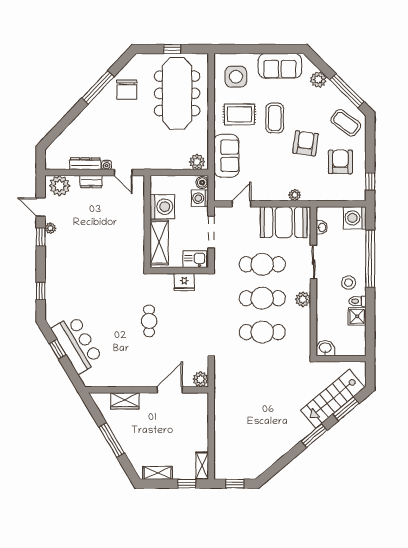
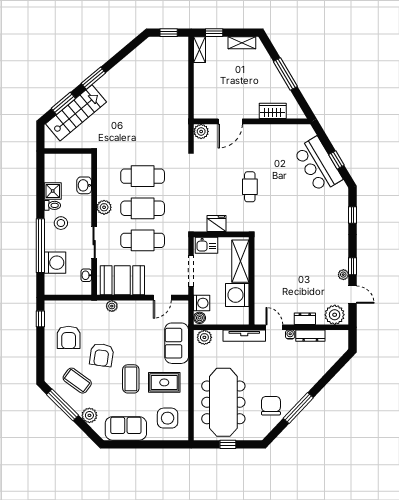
coffee table: (346, 123) -> (77, 381), moved
tv unit: (155, 164) -> (244, 336), added
washing machine: (355, 218) -> (55, 263), moved
washbasin: (325, 348) -> (84, 185), moved, turned 90

